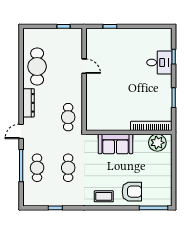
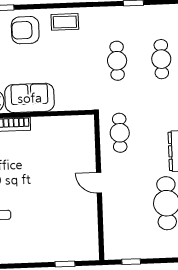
door: (84, 66) -> (99, 183), moved
sofa: (115, 144) -> (30, 98), moved

